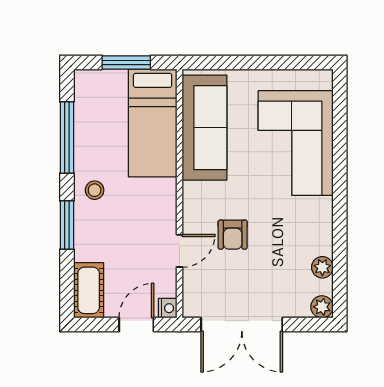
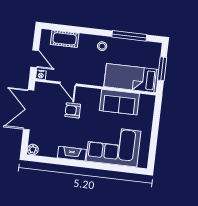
sofa: (204, 128) -> (119, 102), width x0.73
window: (67, 225) -> (87, 31), removed
fireplace: (321, 226) -> (72, 154), added
plant: (322, 267) -> (52, 152), removed
cot: (89, 290) -> (65, 39), moved

